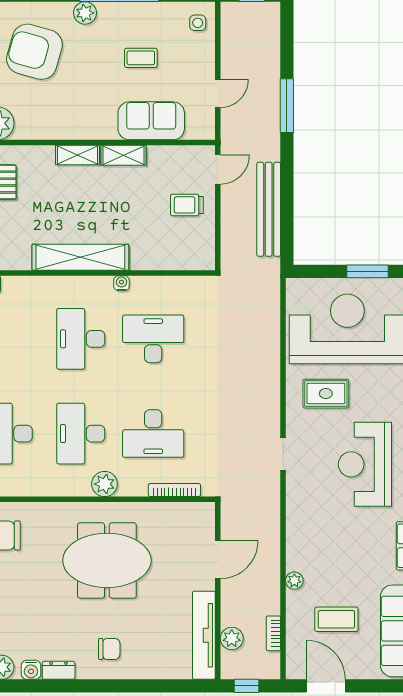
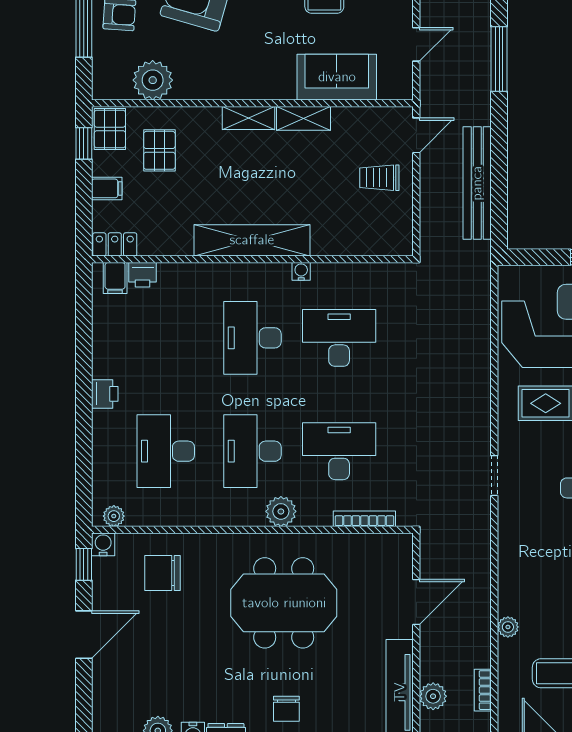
desk: (153, 434) -> (339, 451), turned 180
chair: (109, 649) -> (286, 709), turned 90

